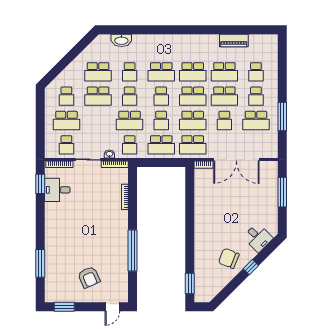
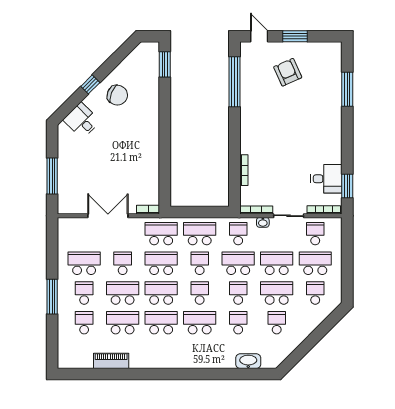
school desk: (98, 72) -> (277, 323), width x0.54
window: (282, 116) -> (52, 297), moved
school desk: (98, 121) -> (277, 263), added
double door: (236, 160) -> (108, 216), width x0.73
window: (133, 251) -> (235, 82), moved
window: (64, 307) -> (295, 36), moved
door: (112, 307) -> (259, 36), hinge flipped

